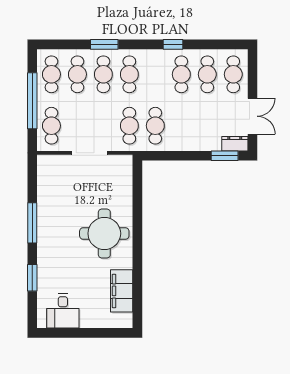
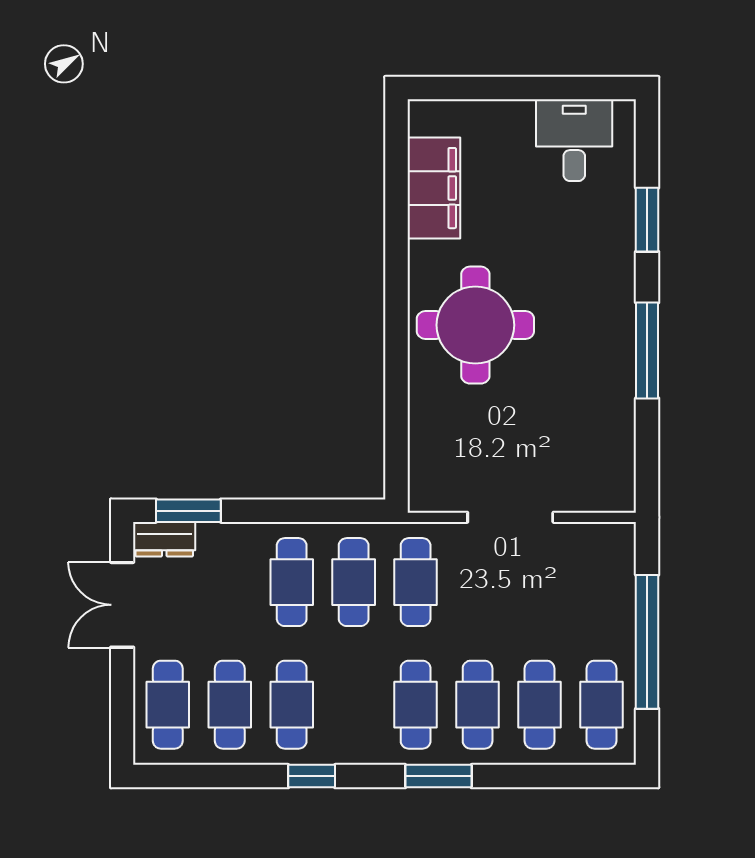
window: (104, 44) -> (438, 776), moved
cafe table: (51, 126) -> (292, 582), moved

